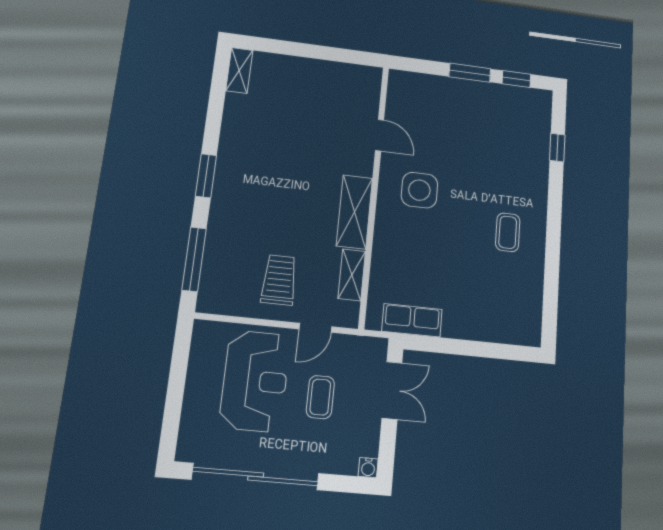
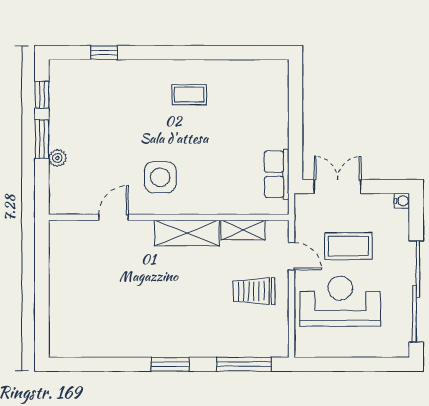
shelving: (239, 70) -> (70, 348), removed
plant: (449, 86) -> (57, 158), added
coffee table: (320, 397) -> (348, 246), width x1.36, depth x1.30

